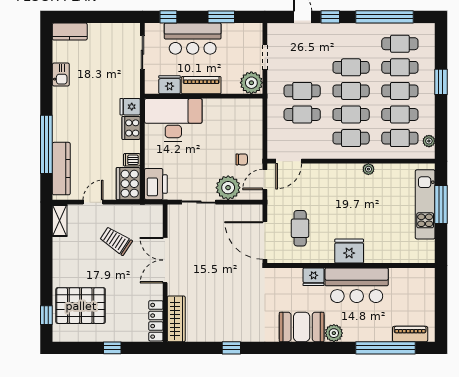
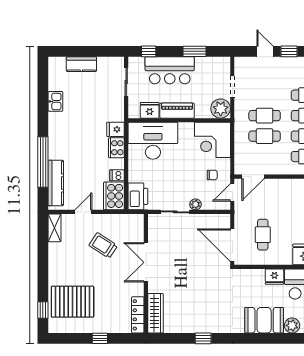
kitchen counter: (70, 32) -> (81, 64), moved
corner desk: (242, 119) -> (213, 140), added
plant: (228, 188) -> (195, 204), width x0.53, depth x0.53

